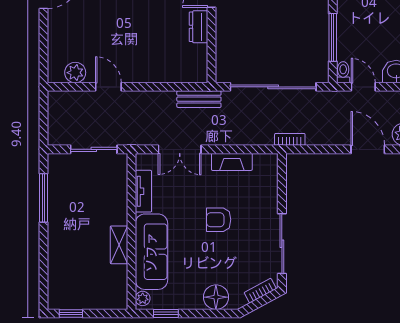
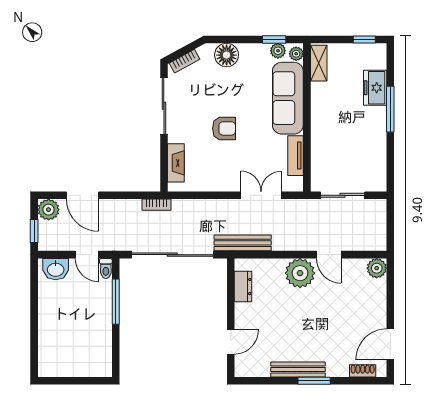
dresser: (199, 27) -> (243, 287), moved
plant: (139, 67) -> (300, 273), added
plant: (75, 73) -> (377, 268), moved
bench: (199, 99) -> (243, 243), width x1.36
fireplace: (232, 162) -> (176, 163), moved, turned 90
window: (43, 198) -> (390, 109), moved
shelving: (119, 245) -> (319, 63), moved
freezer: (60, 263) -> (375, 88), added
plant: (162, 302) -> (278, 51), added

